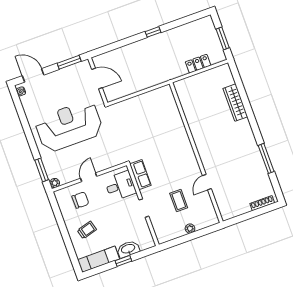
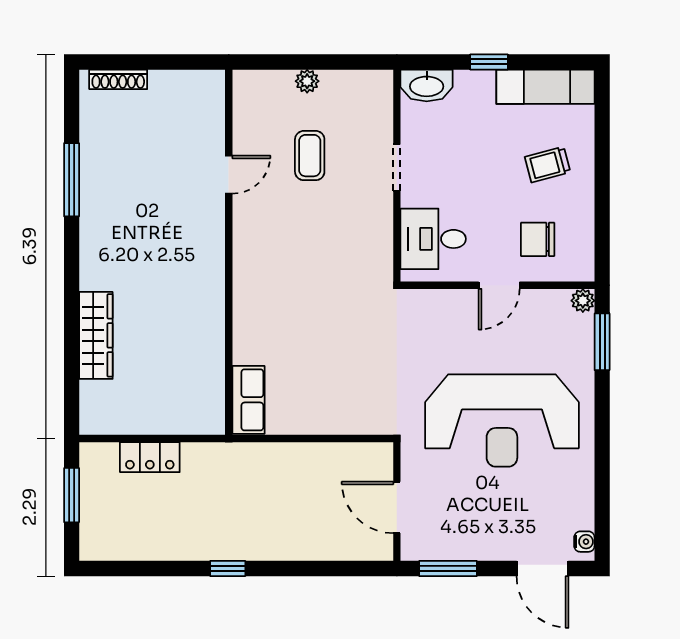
row of seats: (140, 175) -> (248, 400), moved, turned 180
washbasin: (128, 249) -> (427, 85), moved

